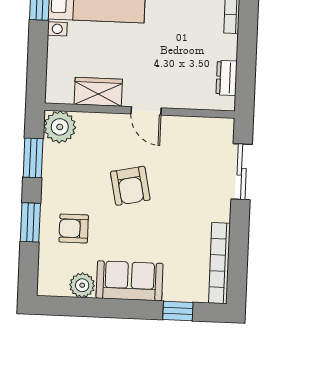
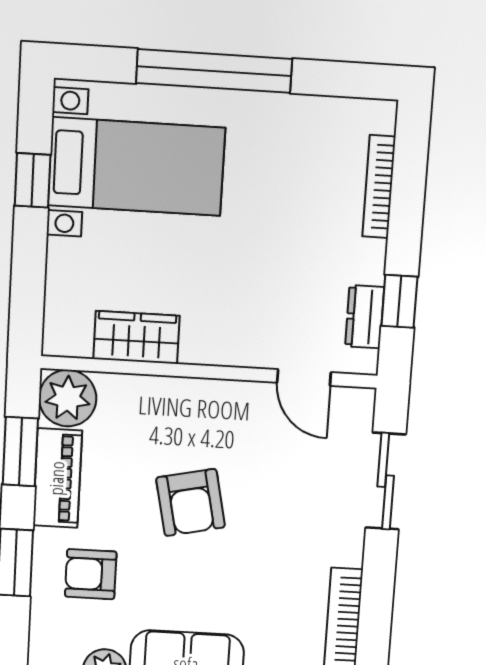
window: (246, 69) -> (399, 301), added
door: (146, 111) -> (304, 377), moved
piano: (54, 173) -> (57, 478), added

